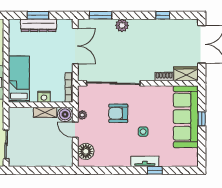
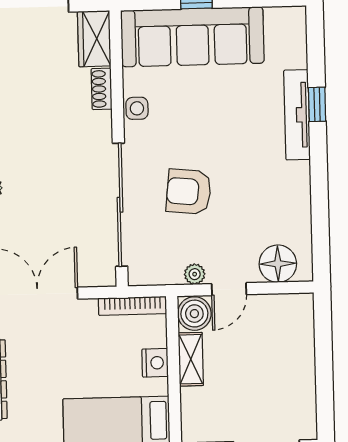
armchair: (118, 113) -> (189, 192), turned 96
side table: (143, 132) -> (137, 108), moved
tv unit: (145, 161) -> (297, 115), width x1.41

